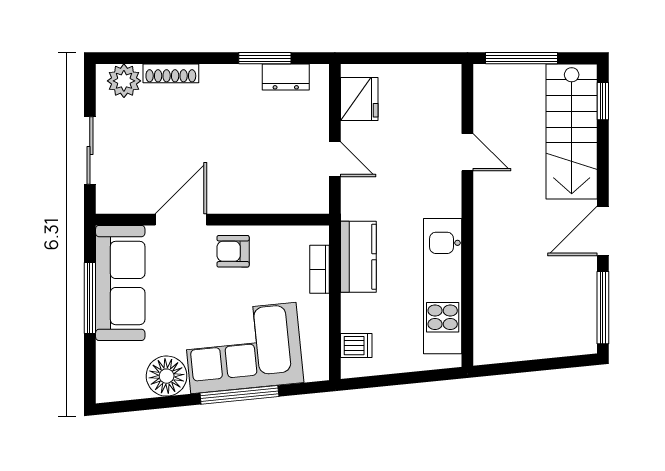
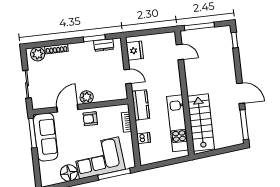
stairs: (572, 132) -> (201, 123), moved, turned 180
door: (467, 152) -> (180, 52), moved
plant: (230, 198) -> (87, 97), added
door: (603, 231) -> (241, 93), swing flipped
kitchen counter: (358, 257) -> (141, 105), moved
window: (90, 298) -> (33, 133), moved
dishwasher: (356, 346) -> (144, 138), moved
window: (239, 395) -> (114, 174), moved

